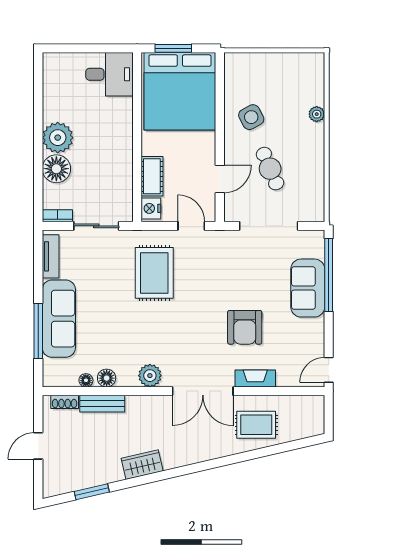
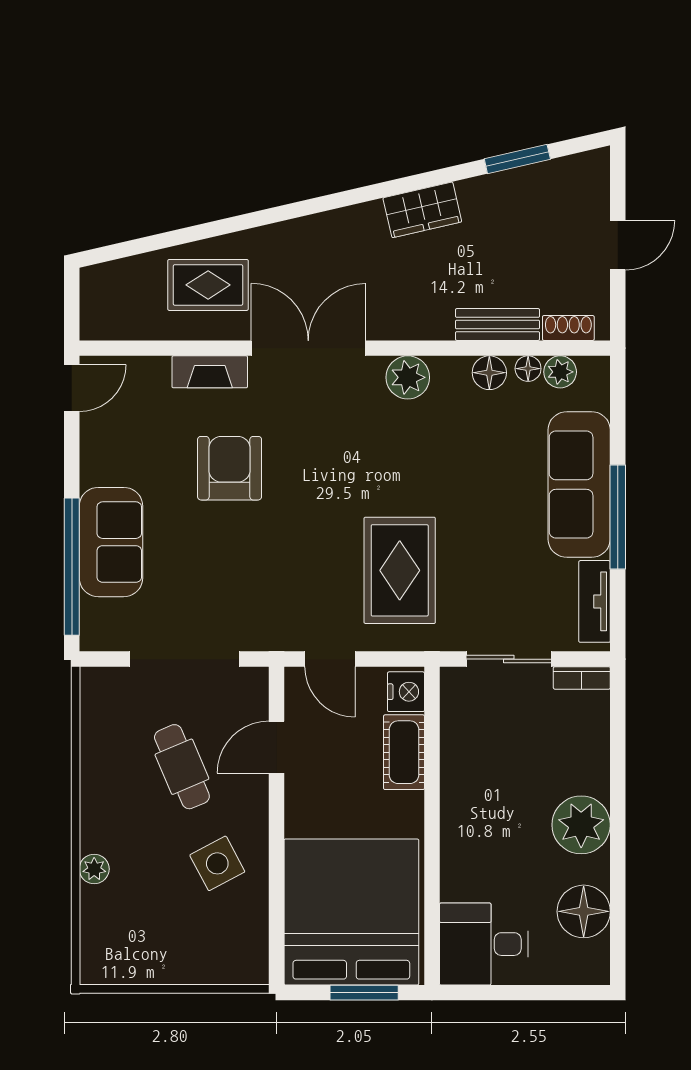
floor lamp: (56, 169) -> (584, 911), moved
window: (38, 331) -> (618, 517), moved
plant: (69, 379) -> (560, 372), added

